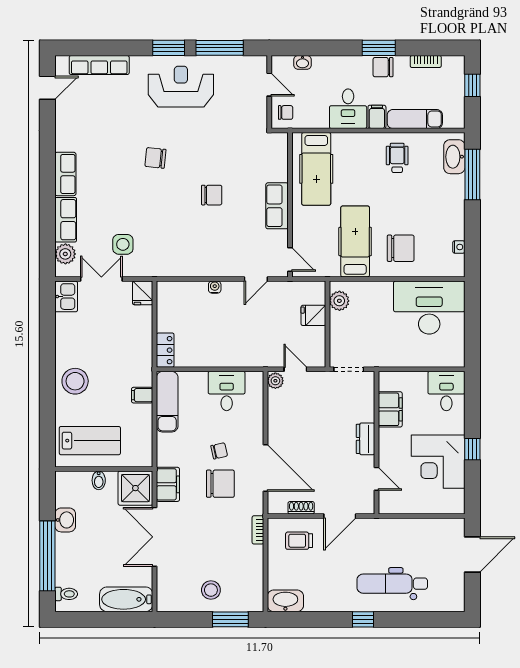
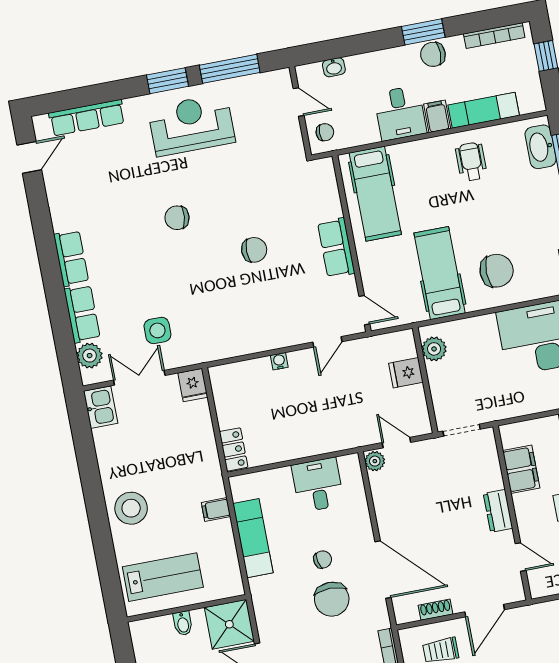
bookcase: (426, 62) -> (494, 36), width x1.56
exam couch: (167, 402) -> (253, 538), moved
filing cabinet: (168, 484) -> (268, 612), removed
chair: (220, 484) -> (332, 599), turned 90

